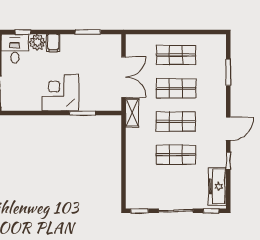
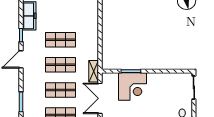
corner desk: (60, 93) -> (133, 87), moved

